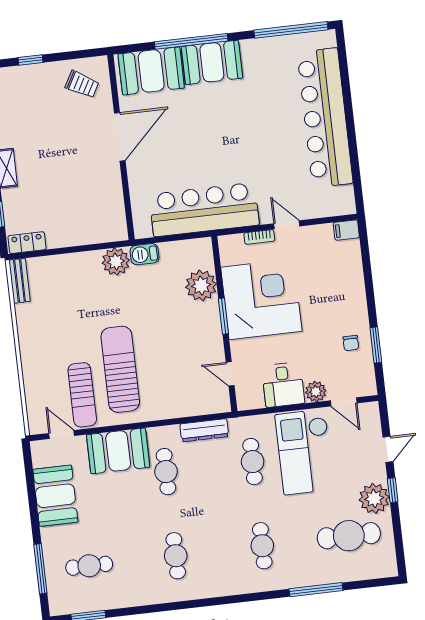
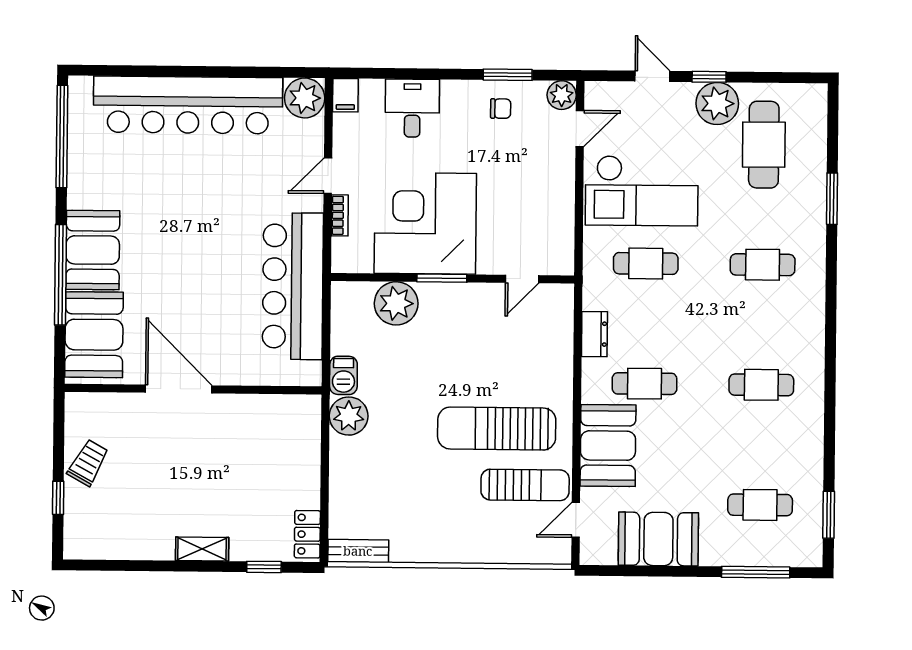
trolley: (82, 84) -> (88, 463), moved
plant: (341, 201) -> (305, 98), added
desk: (283, 385) -> (412, 108), moved, turned -90
plant: (316, 392) -> (562, 95), moved
dresser: (204, 430) -> (594, 334), width x0.70
cafe table: (89, 566) -> (760, 505), turned 90
window: (316, 590) -> (832, 199), width x0.69

